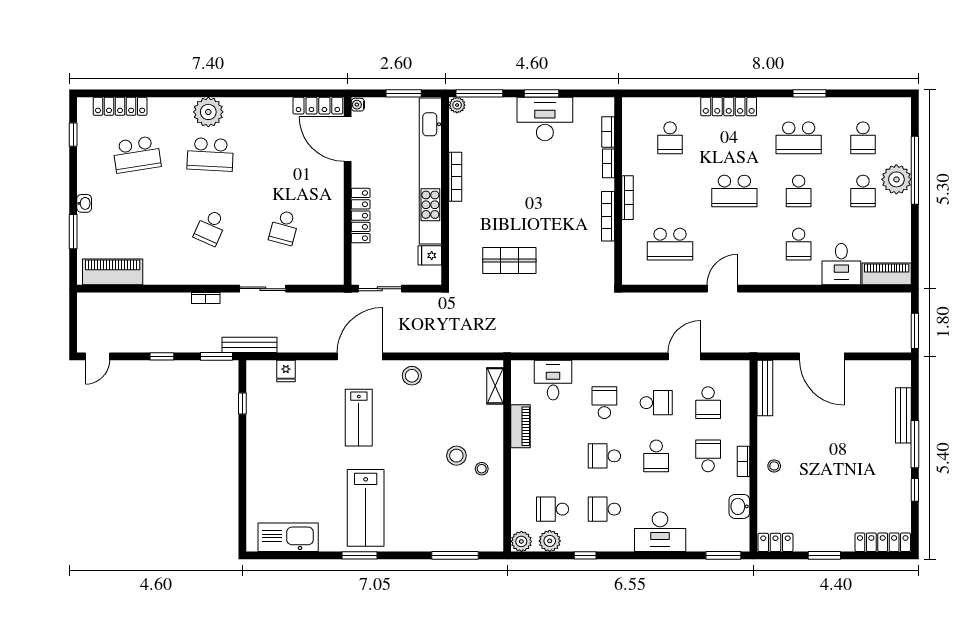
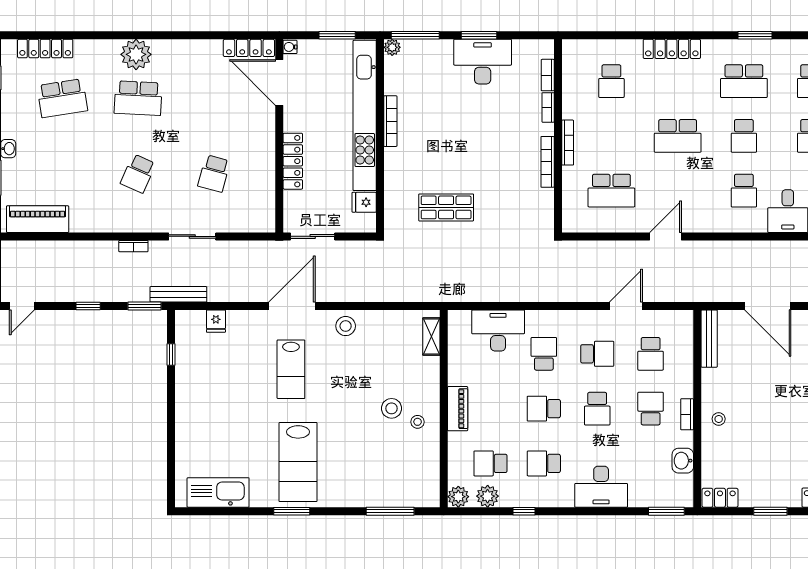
desk: (553, 380) -> (498, 331), width x1.37
piano: (521, 426) -> (458, 409), moved

